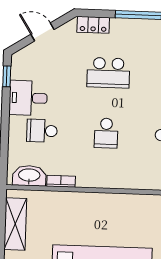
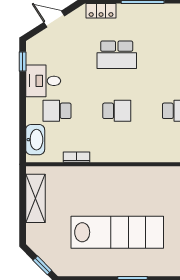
school desk: (106, 133) -> (117, 111), turned -90
washbasin: (29, 176) -> (35, 140), moved, turned 90

